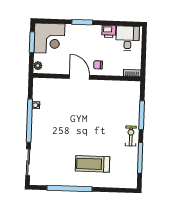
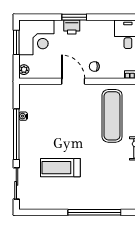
printer: (109, 31) -> (72, 27), moved
exercise mat: (112, 108) -> (112, 116), added
treadmill: (92, 164) -> (60, 168), moved
window: (69, 189) -> (94, 212), moved

